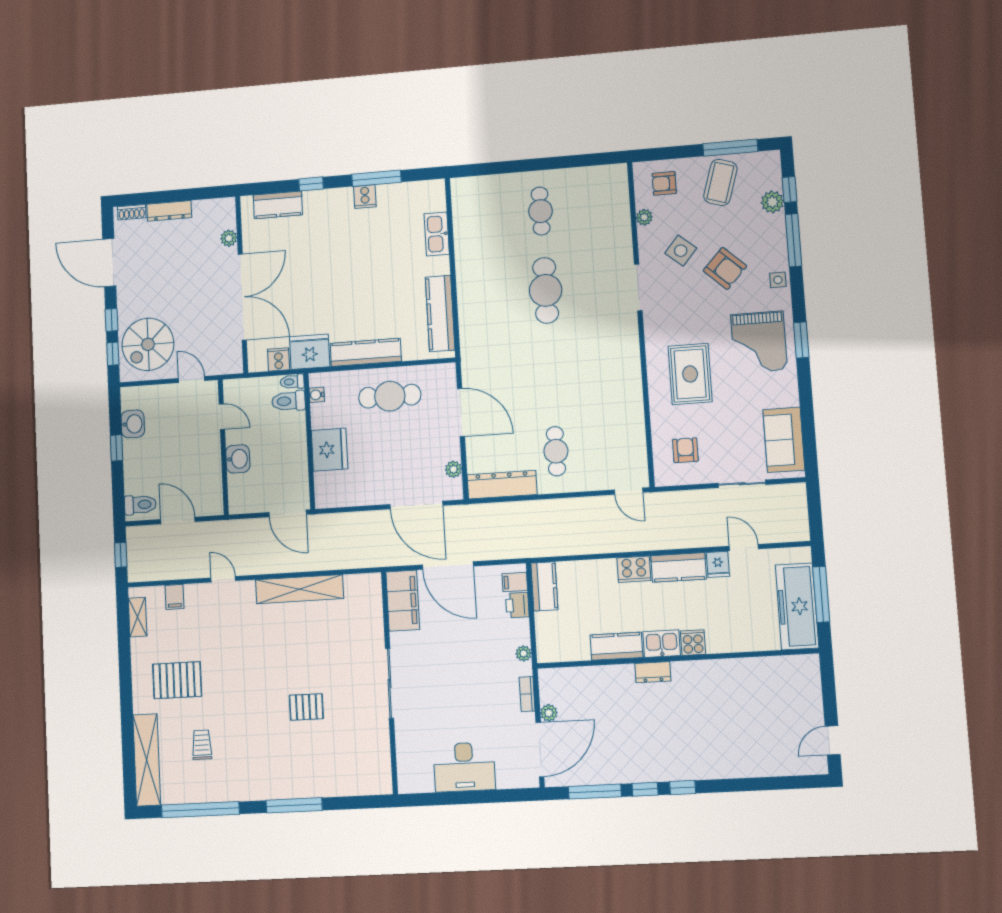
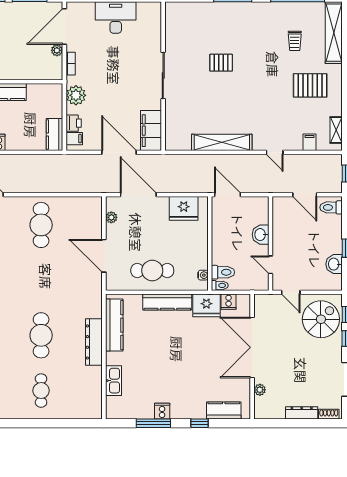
fridge: (329, 450) -> (184, 208), moved, turned -90
cafe table: (556, 451) -> (41, 225), width x1.37, depth x1.35
dresser: (502, 485) -> (94, 342), moved, turned 90
plant: (524, 653) -> (76, 95), width x1.87, depth x1.87

